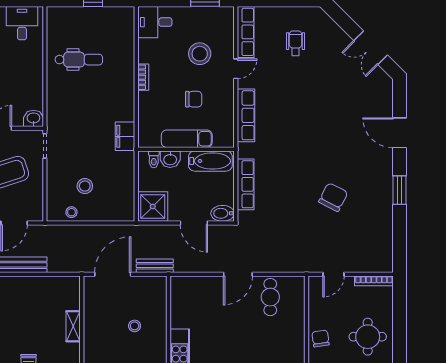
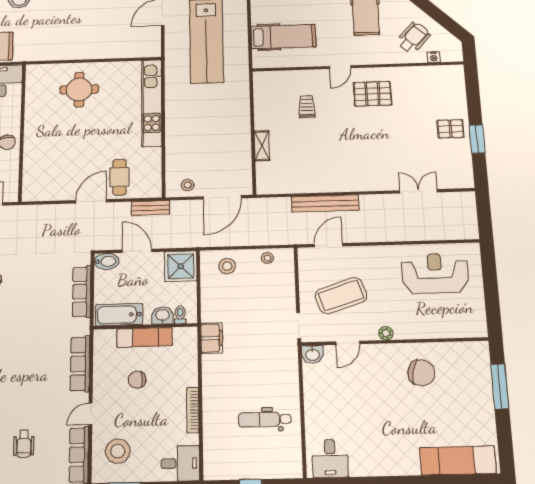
stool: (200, 54) -> (118, 451), moved
bookcase: (143, 77) -> (193, 410), width x1.56
stool: (85, 186) -> (227, 266), moved
bench: (155, 266) -> (151, 208), moved
cafe table: (270, 297) -> (119, 177), moved
stool: (135, 326) -> (188, 185), moved

